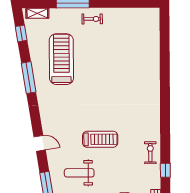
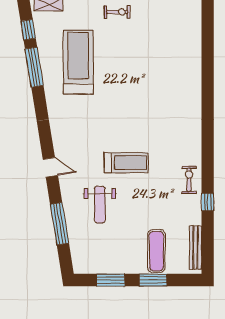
window: (29, 78) -> (34, 67), moved
weight bench: (79, 173) -> (100, 205), turned -90

